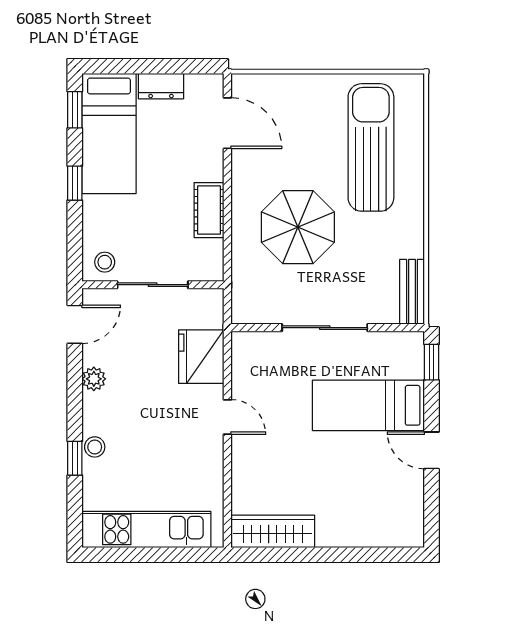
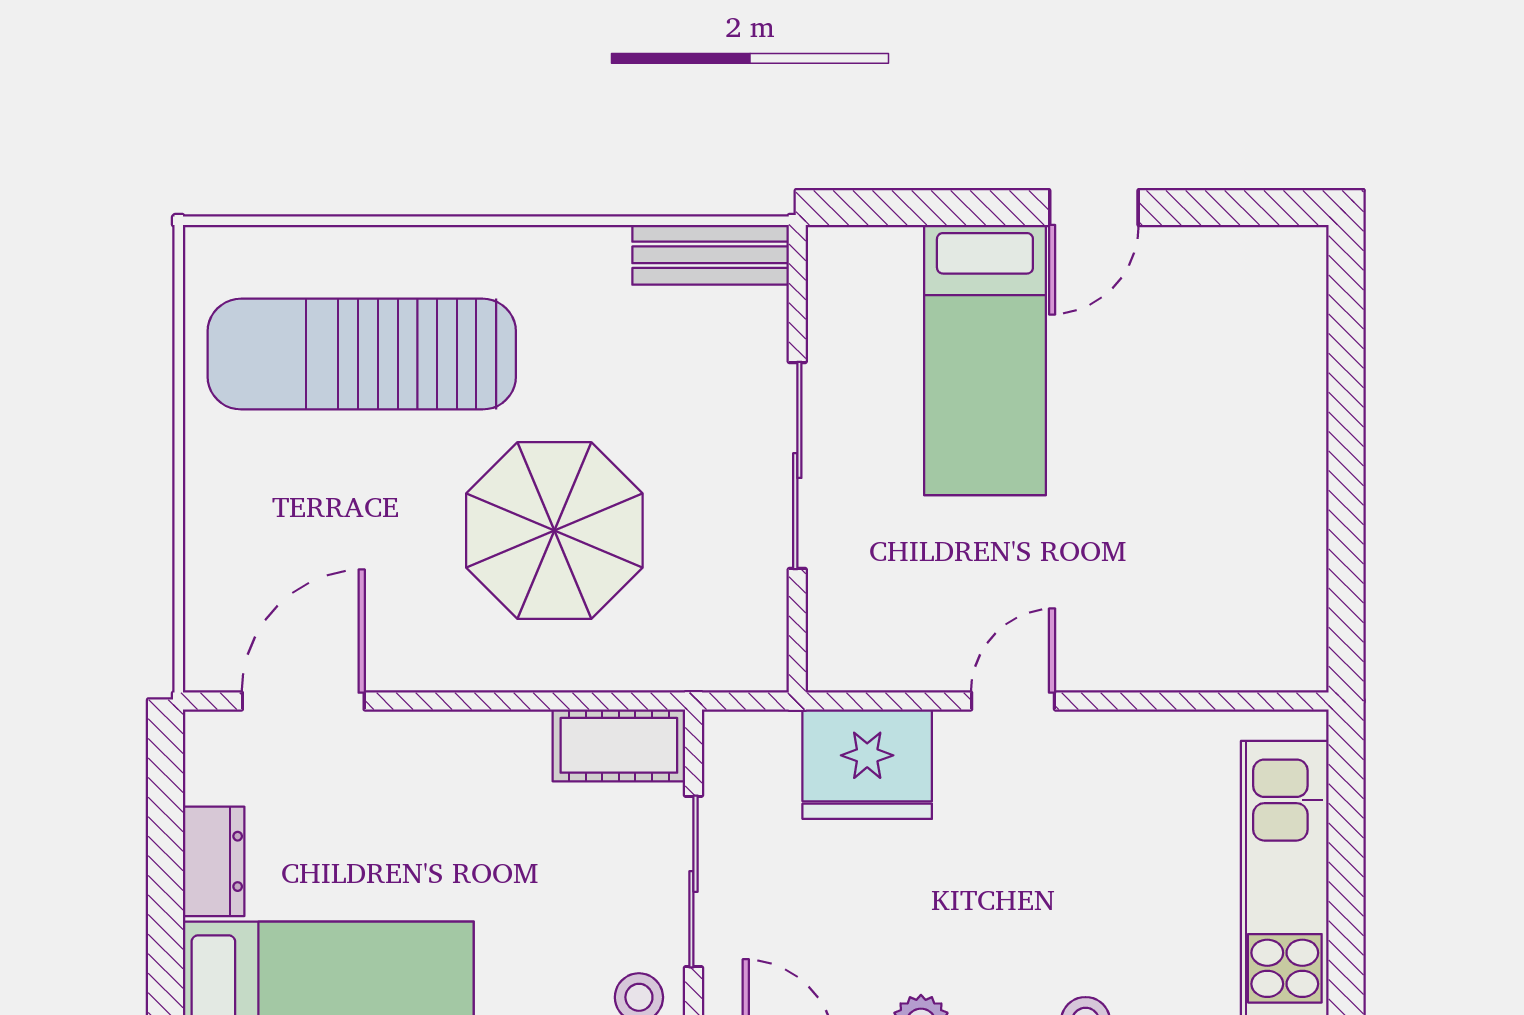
cot: (209, 210) -> (619, 745), moved
window: (432, 362) -> (881, 208), removed
wardrobe: (273, 531) -> (1289, 591), removed

